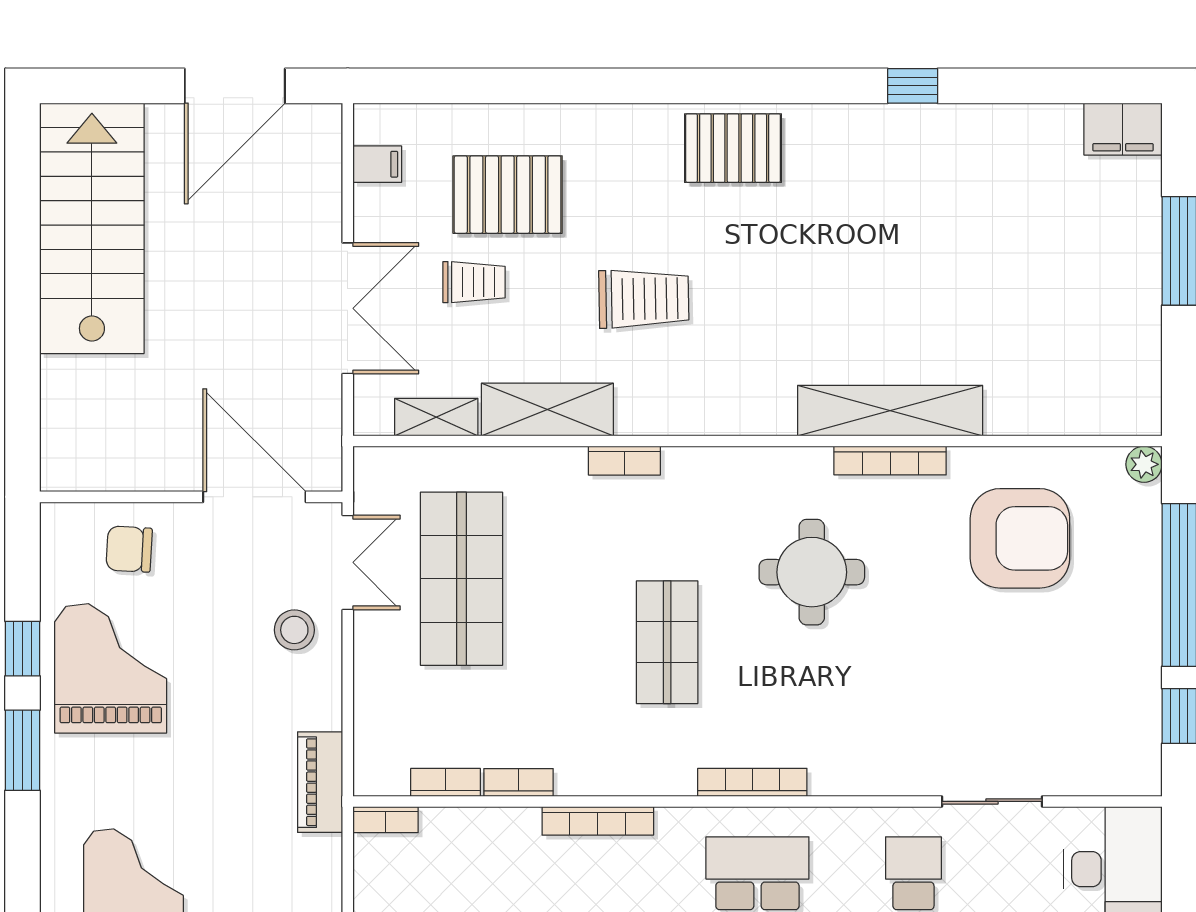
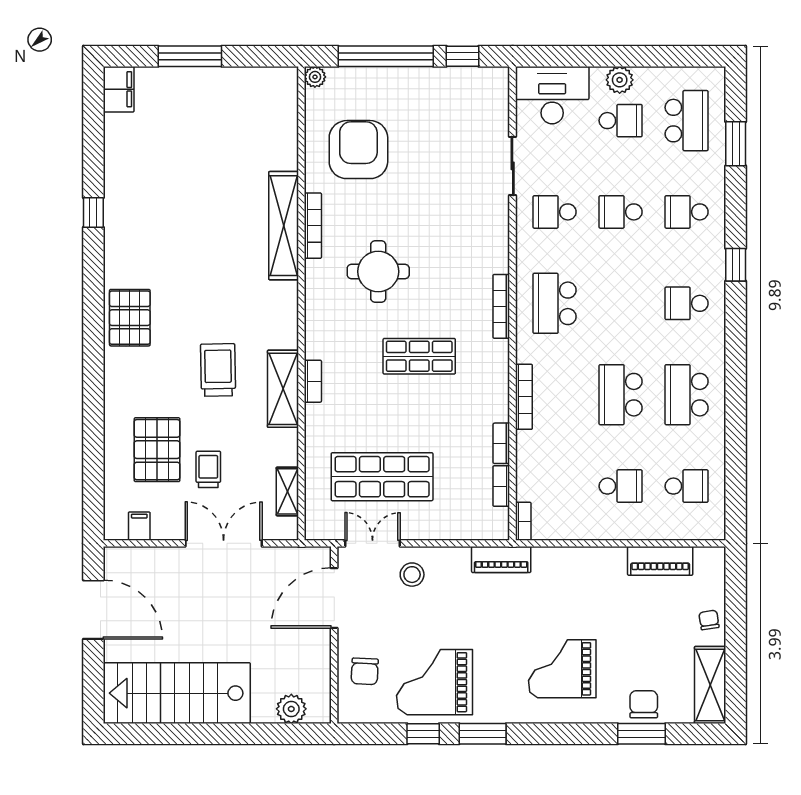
shelving: (547, 410) -> (283, 389), moved
plant: (65, 424) -> (291, 709), added

